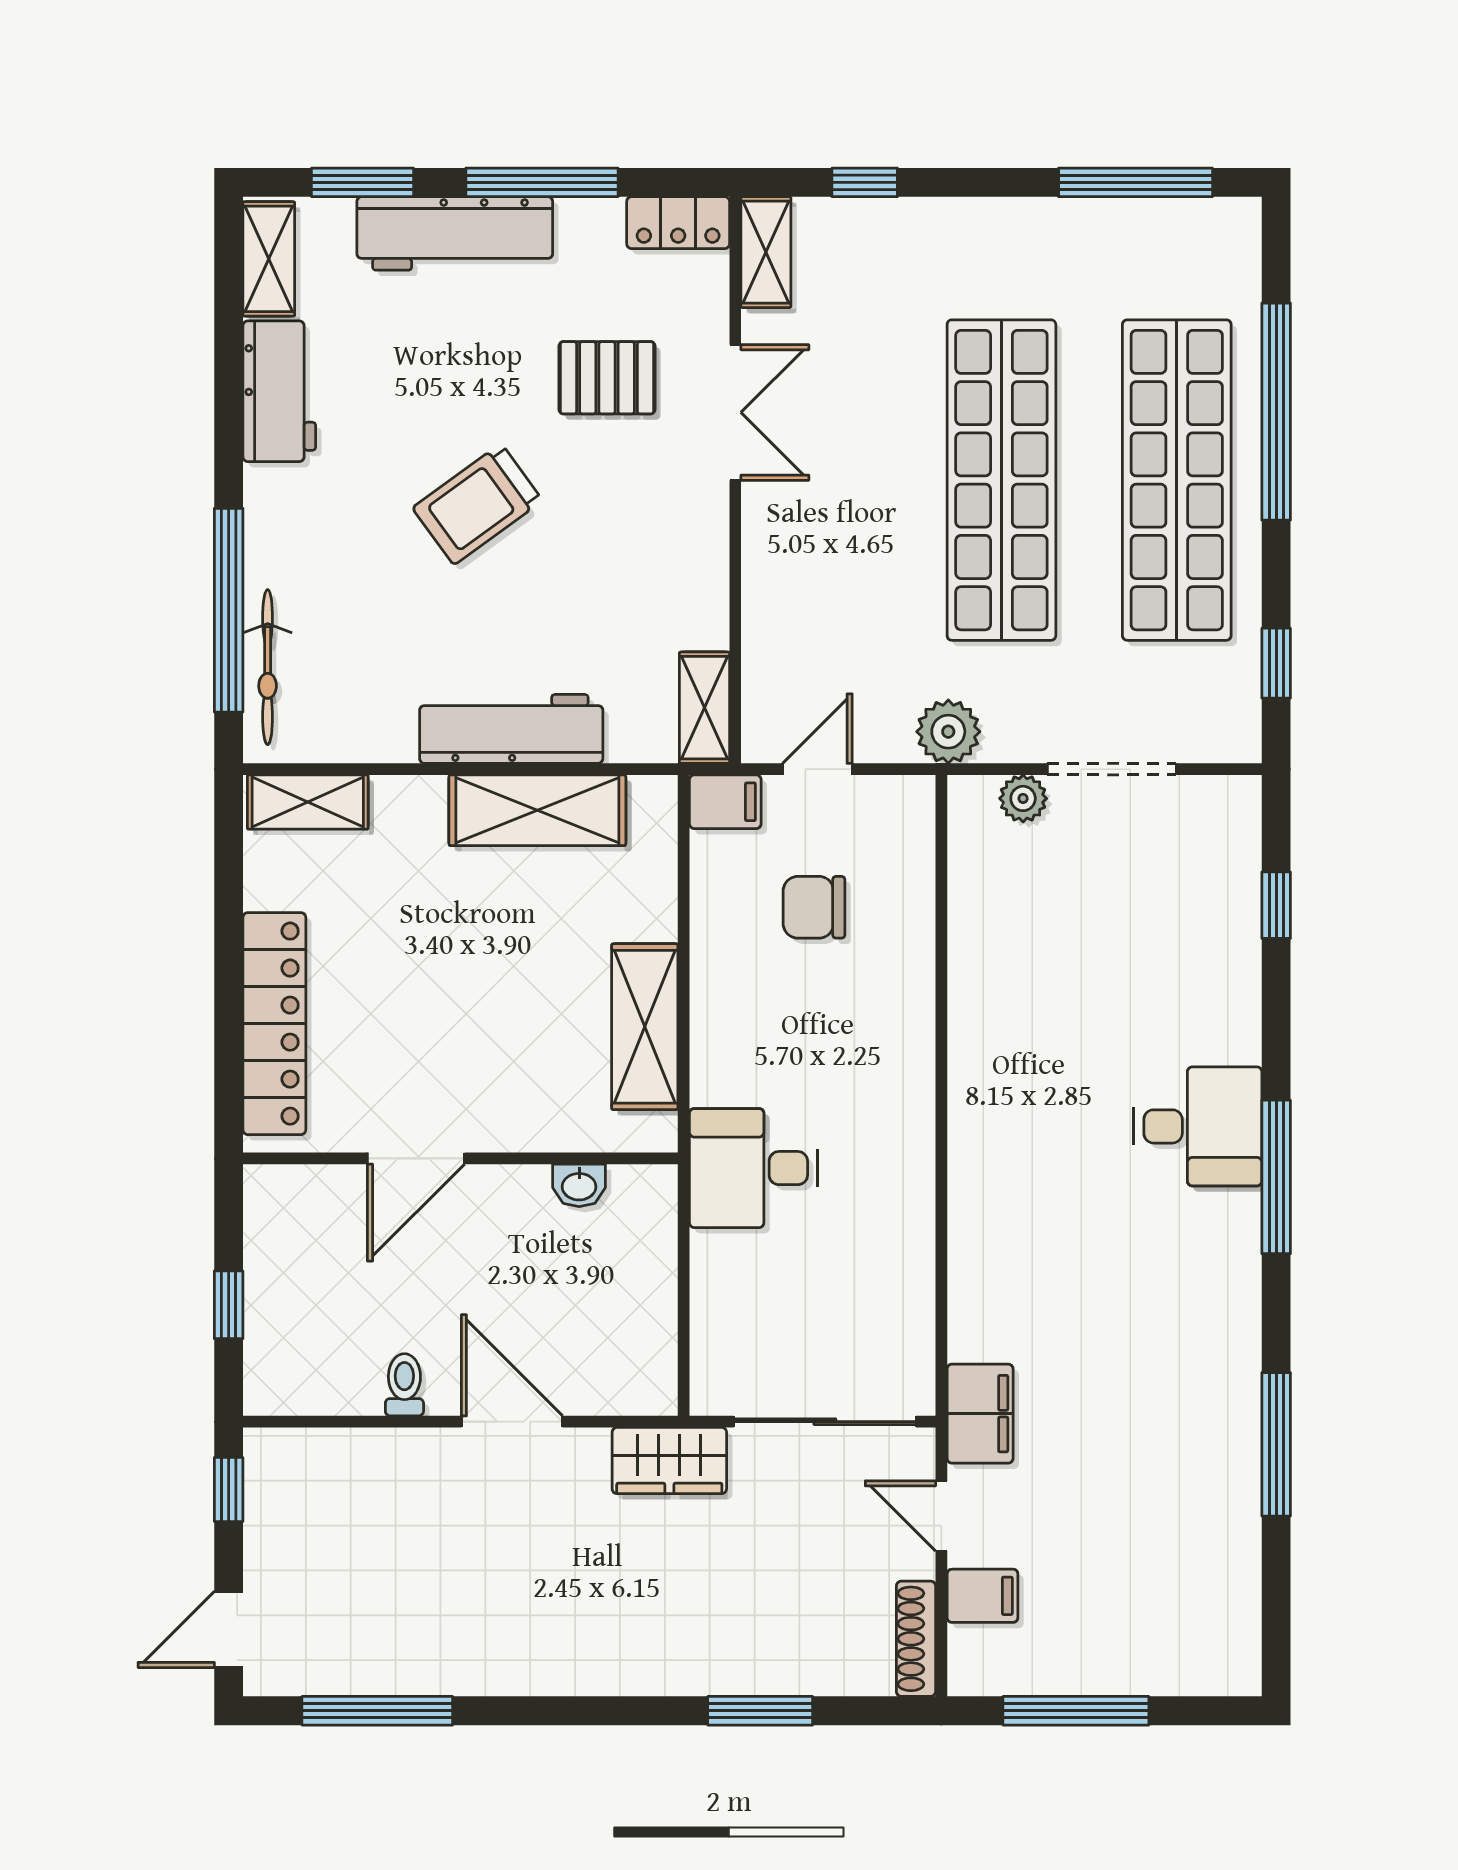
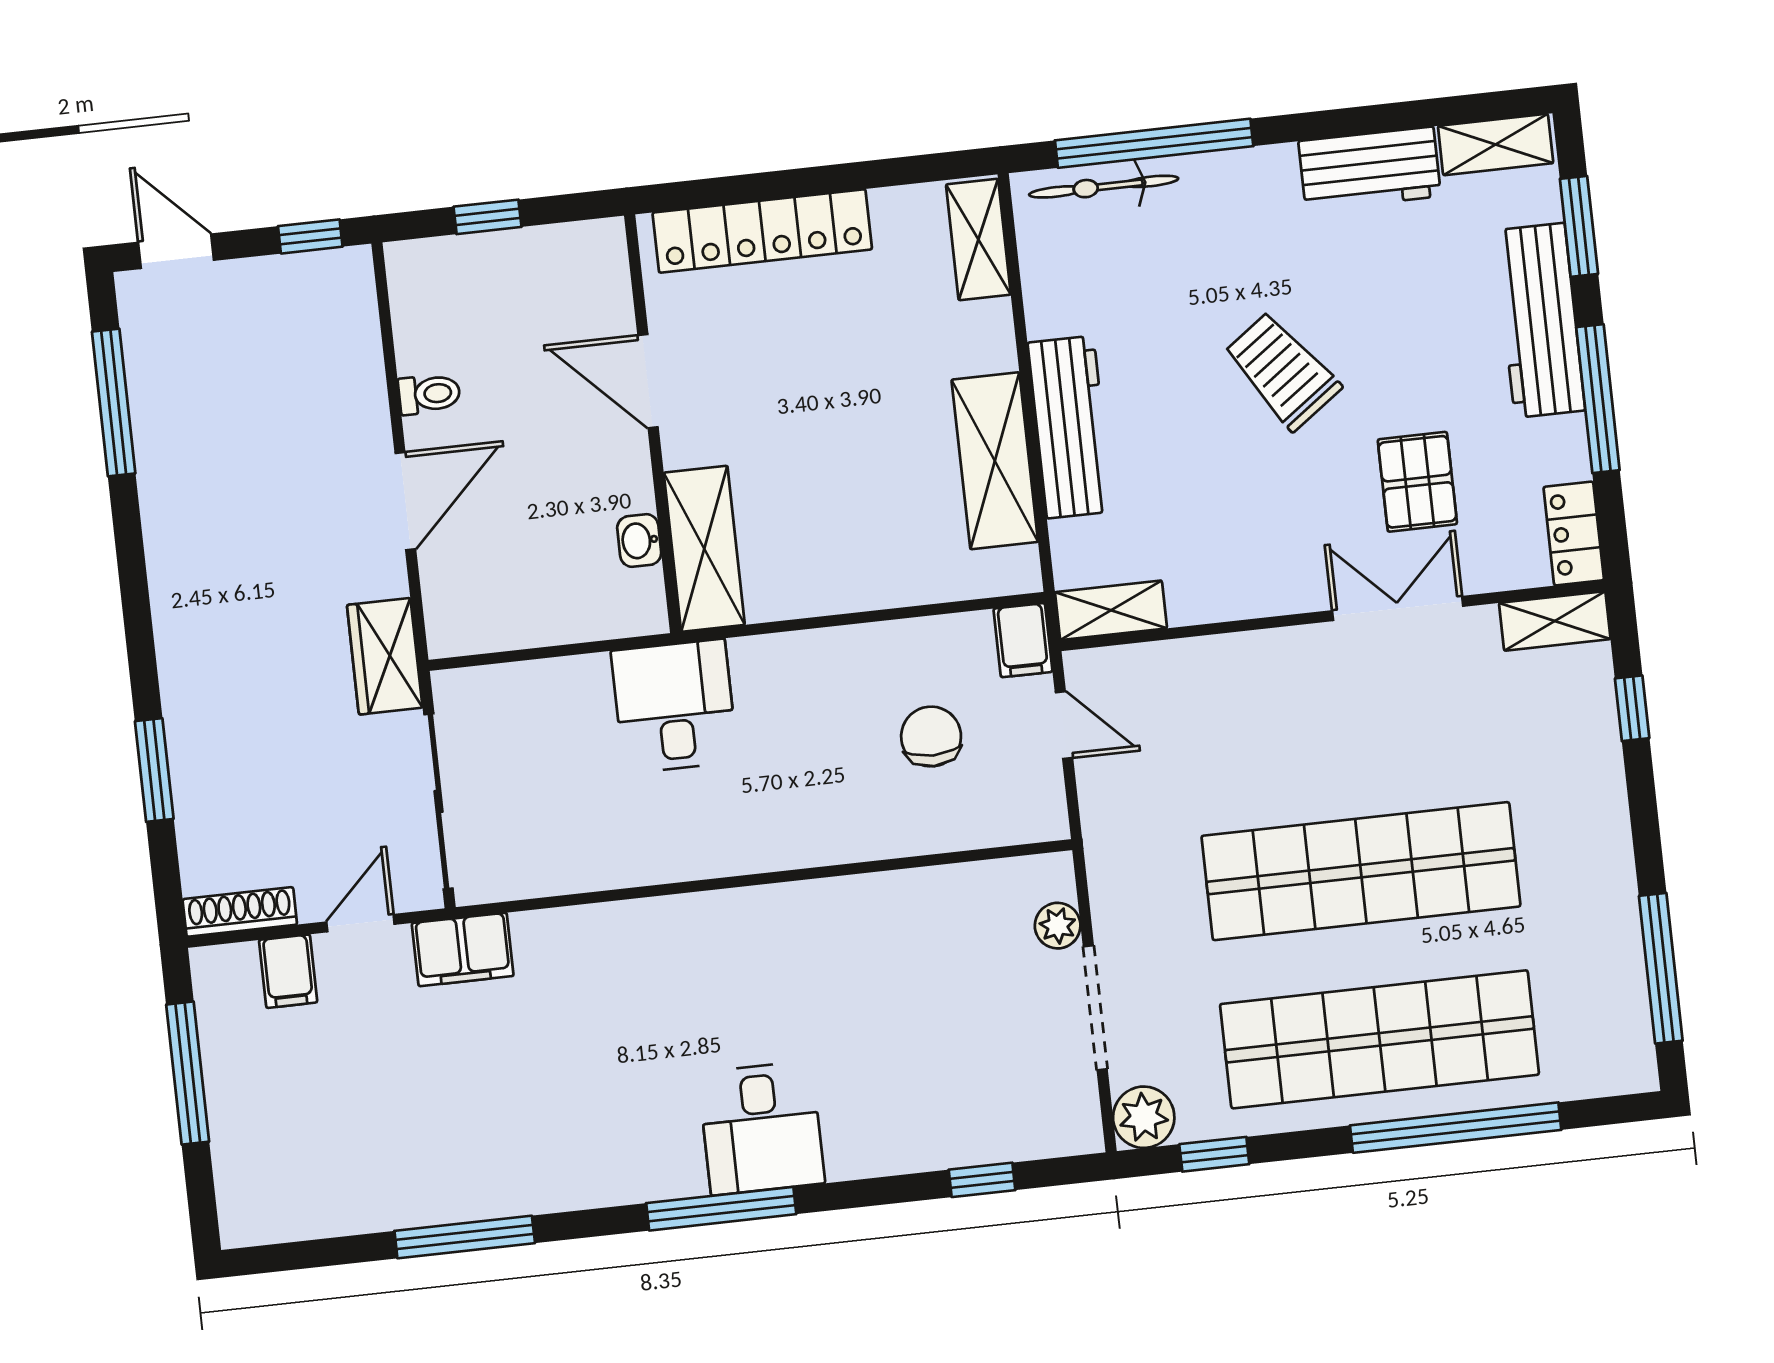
double door: (735, 412) -> (1398, 608), swing flipped
plant: (948, 732) -> (1144, 1117), moved
shelving: (645, 1027) -> (704, 549), moved, turned 90

